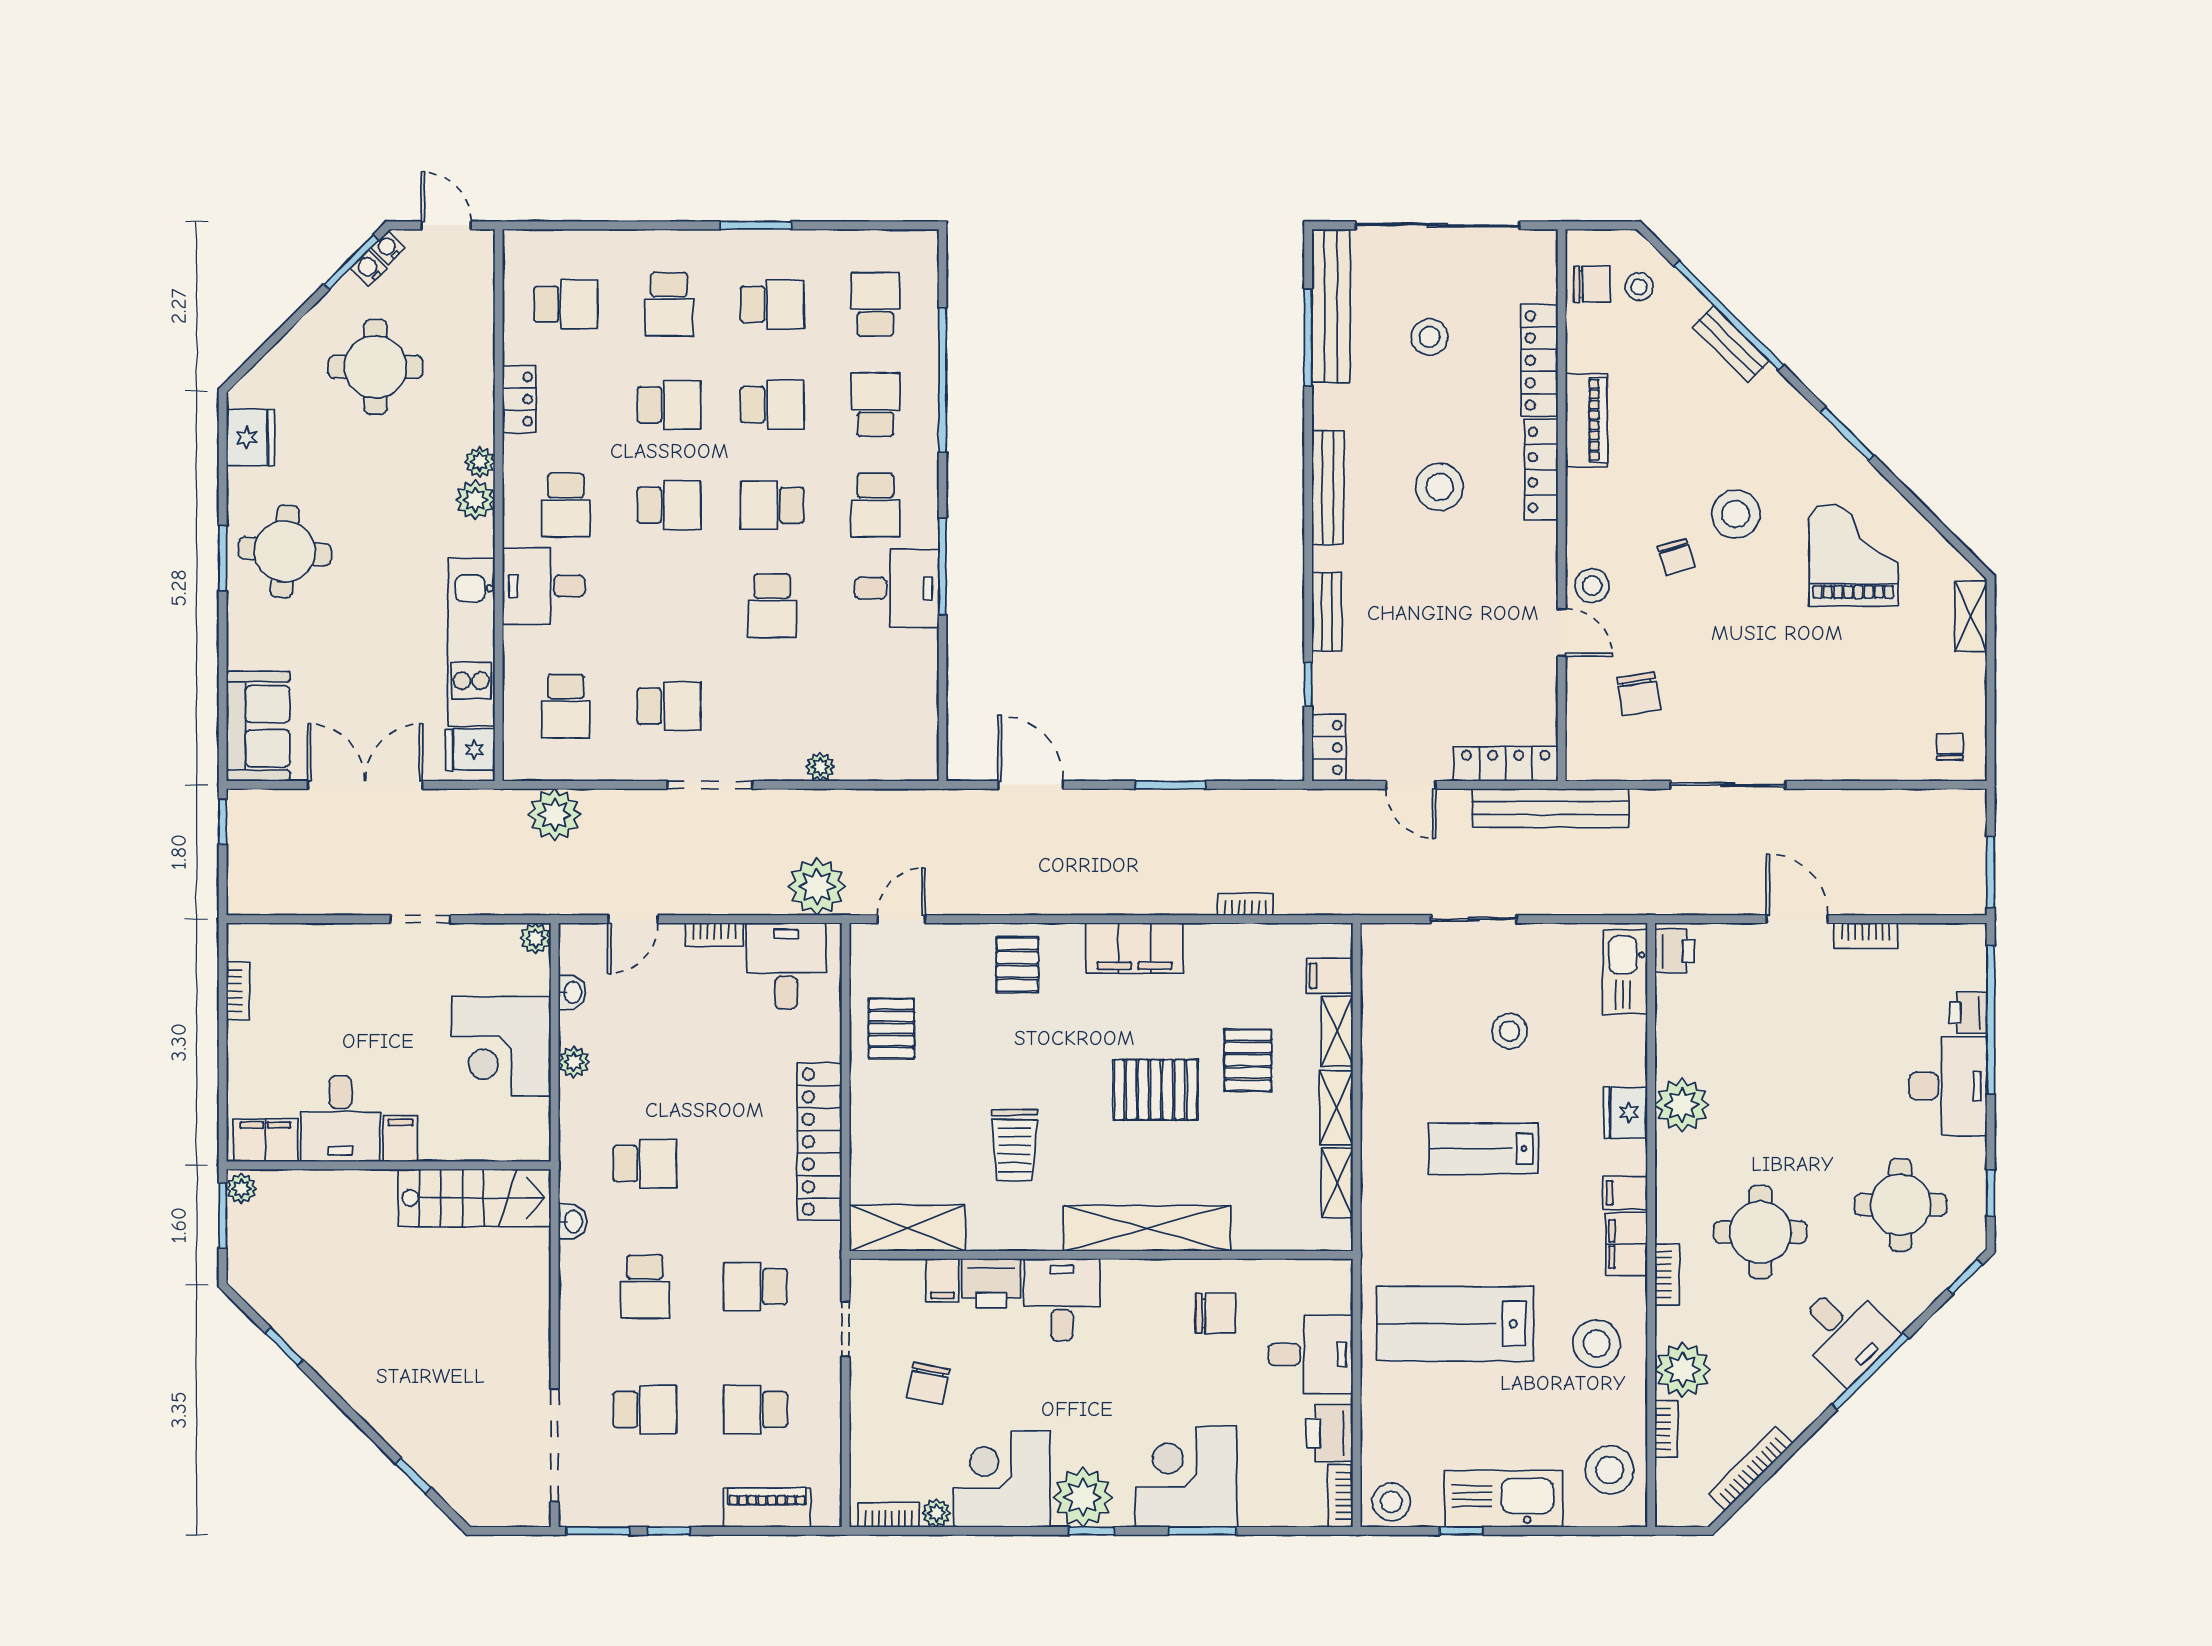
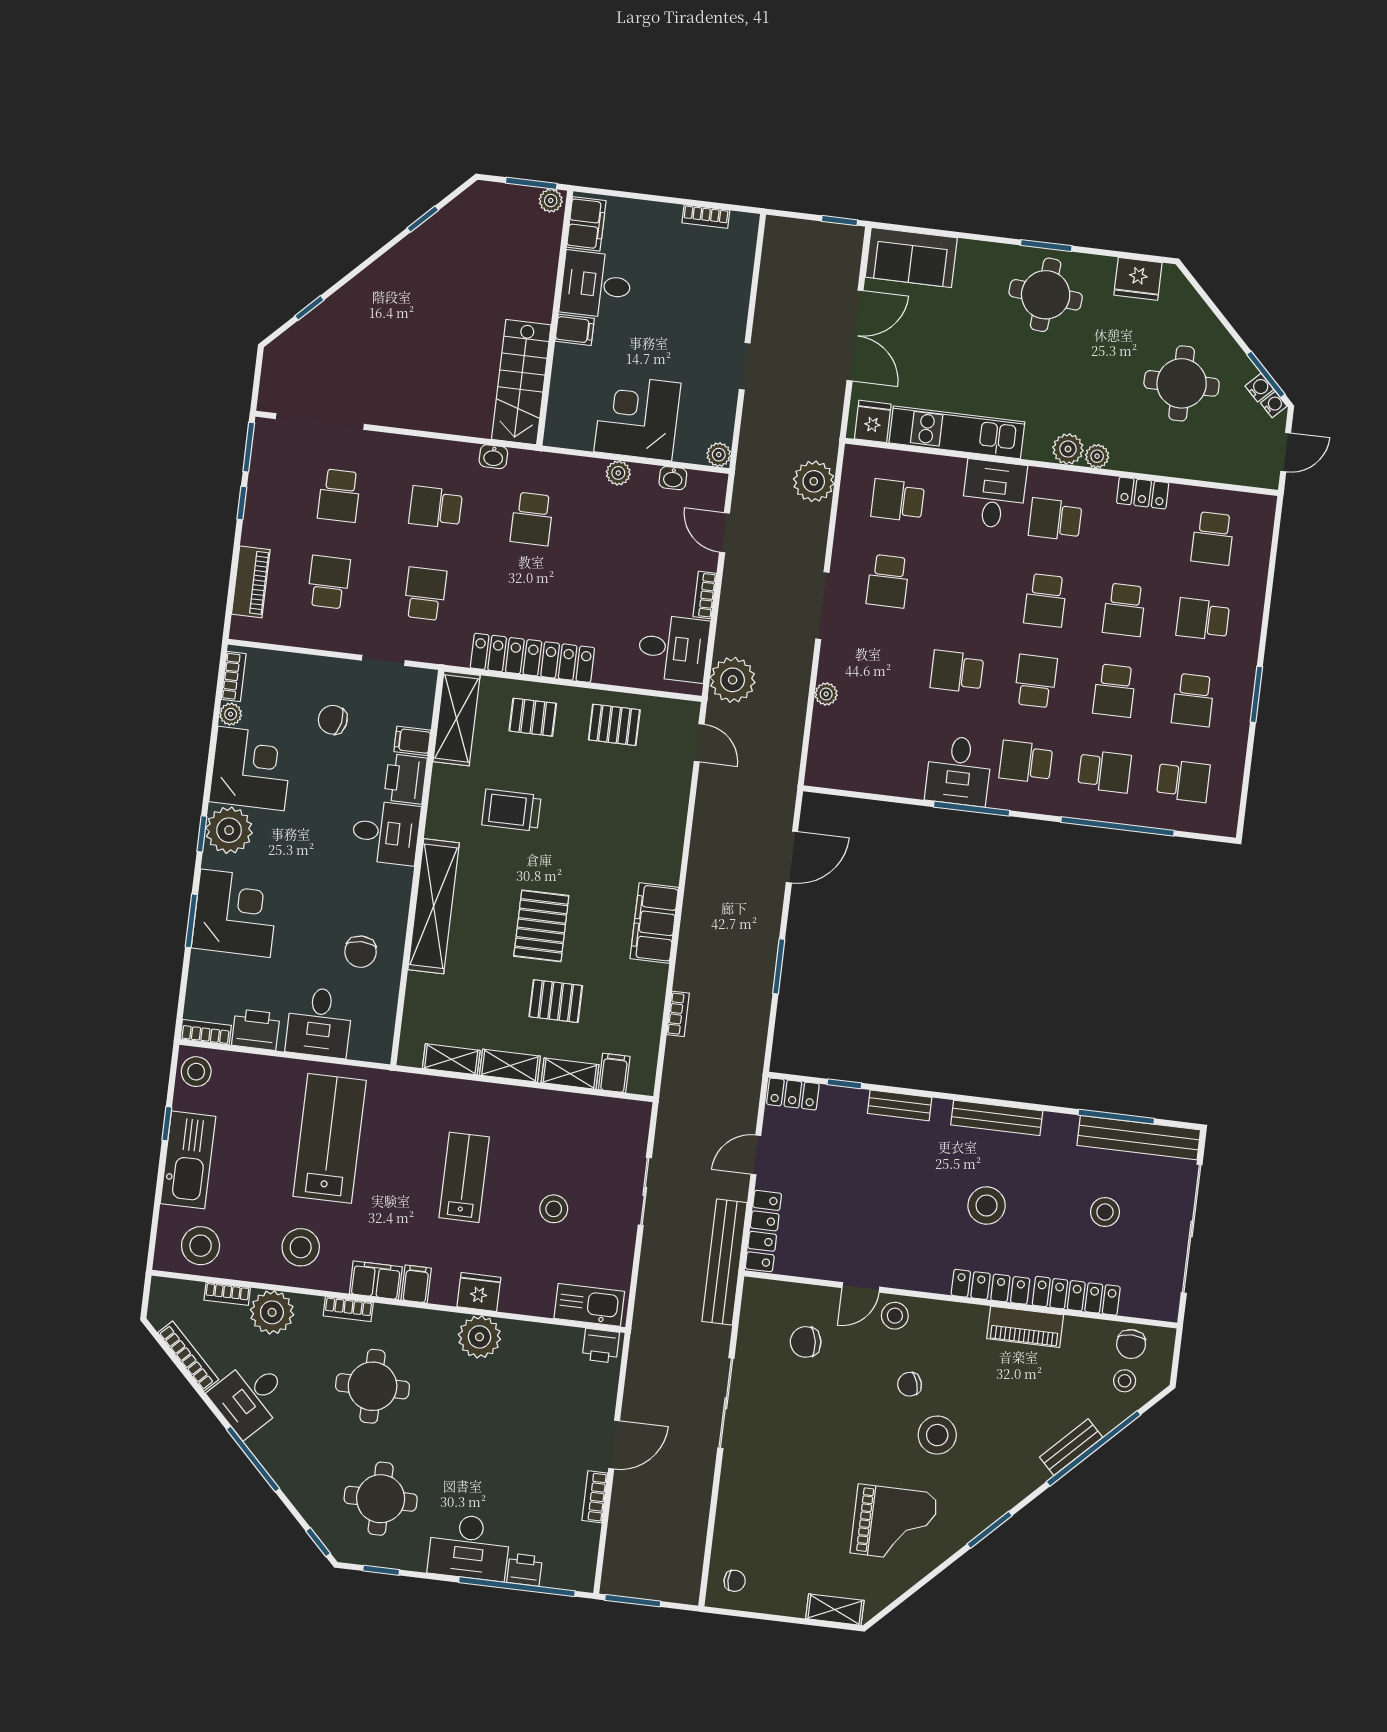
pallet: (1017, 965) -> (533, 717), moved
desk: (1845, 1333) -> (250, 1397), moved

